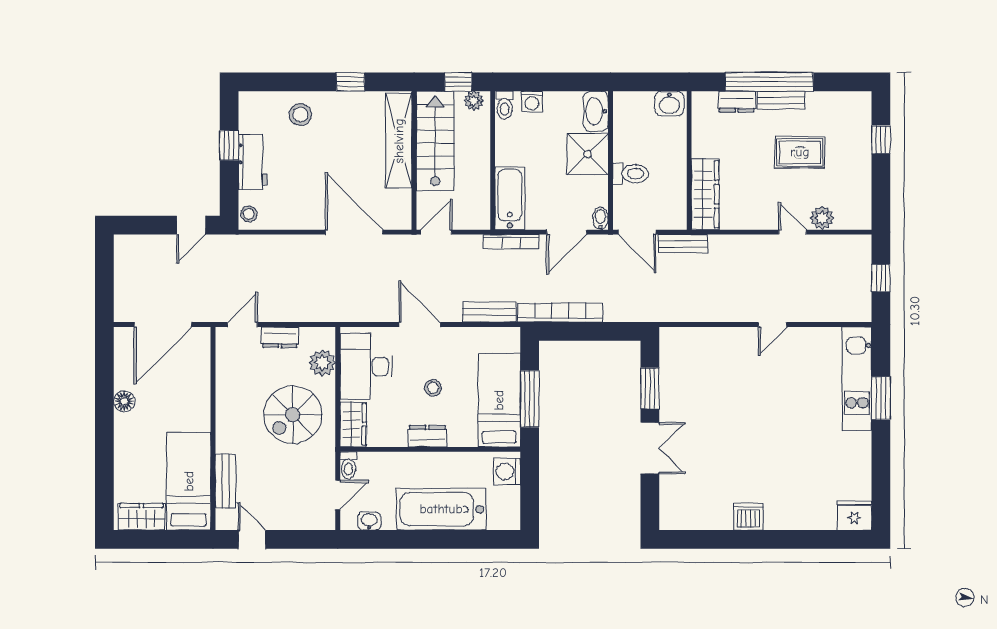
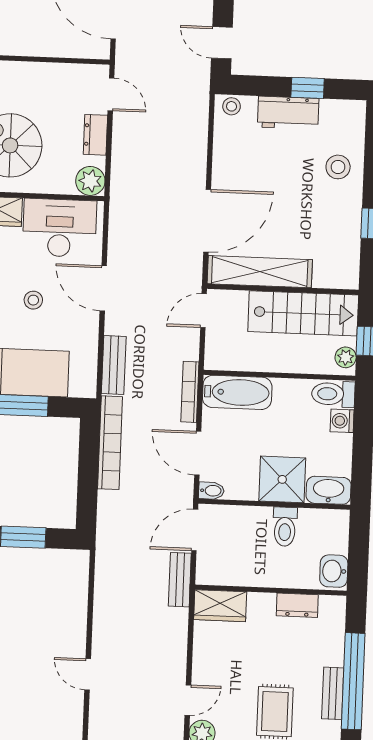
dresser: (737, 102) -> (297, 605), moved, turned -90
toilet: (505, 105) -> (333, 394), width x1.37, depth x1.39
shelving: (399, 141) -> (260, 272), moved
toilet: (631, 174) -> (285, 527), moved
wardrobe: (705, 194) -> (220, 606), width x0.67
door: (436, 232) -> (204, 311), swing flipped
door: (420, 325) -> (103, 288), swing flipped
plant: (322, 363) -> (90, 181), moved

